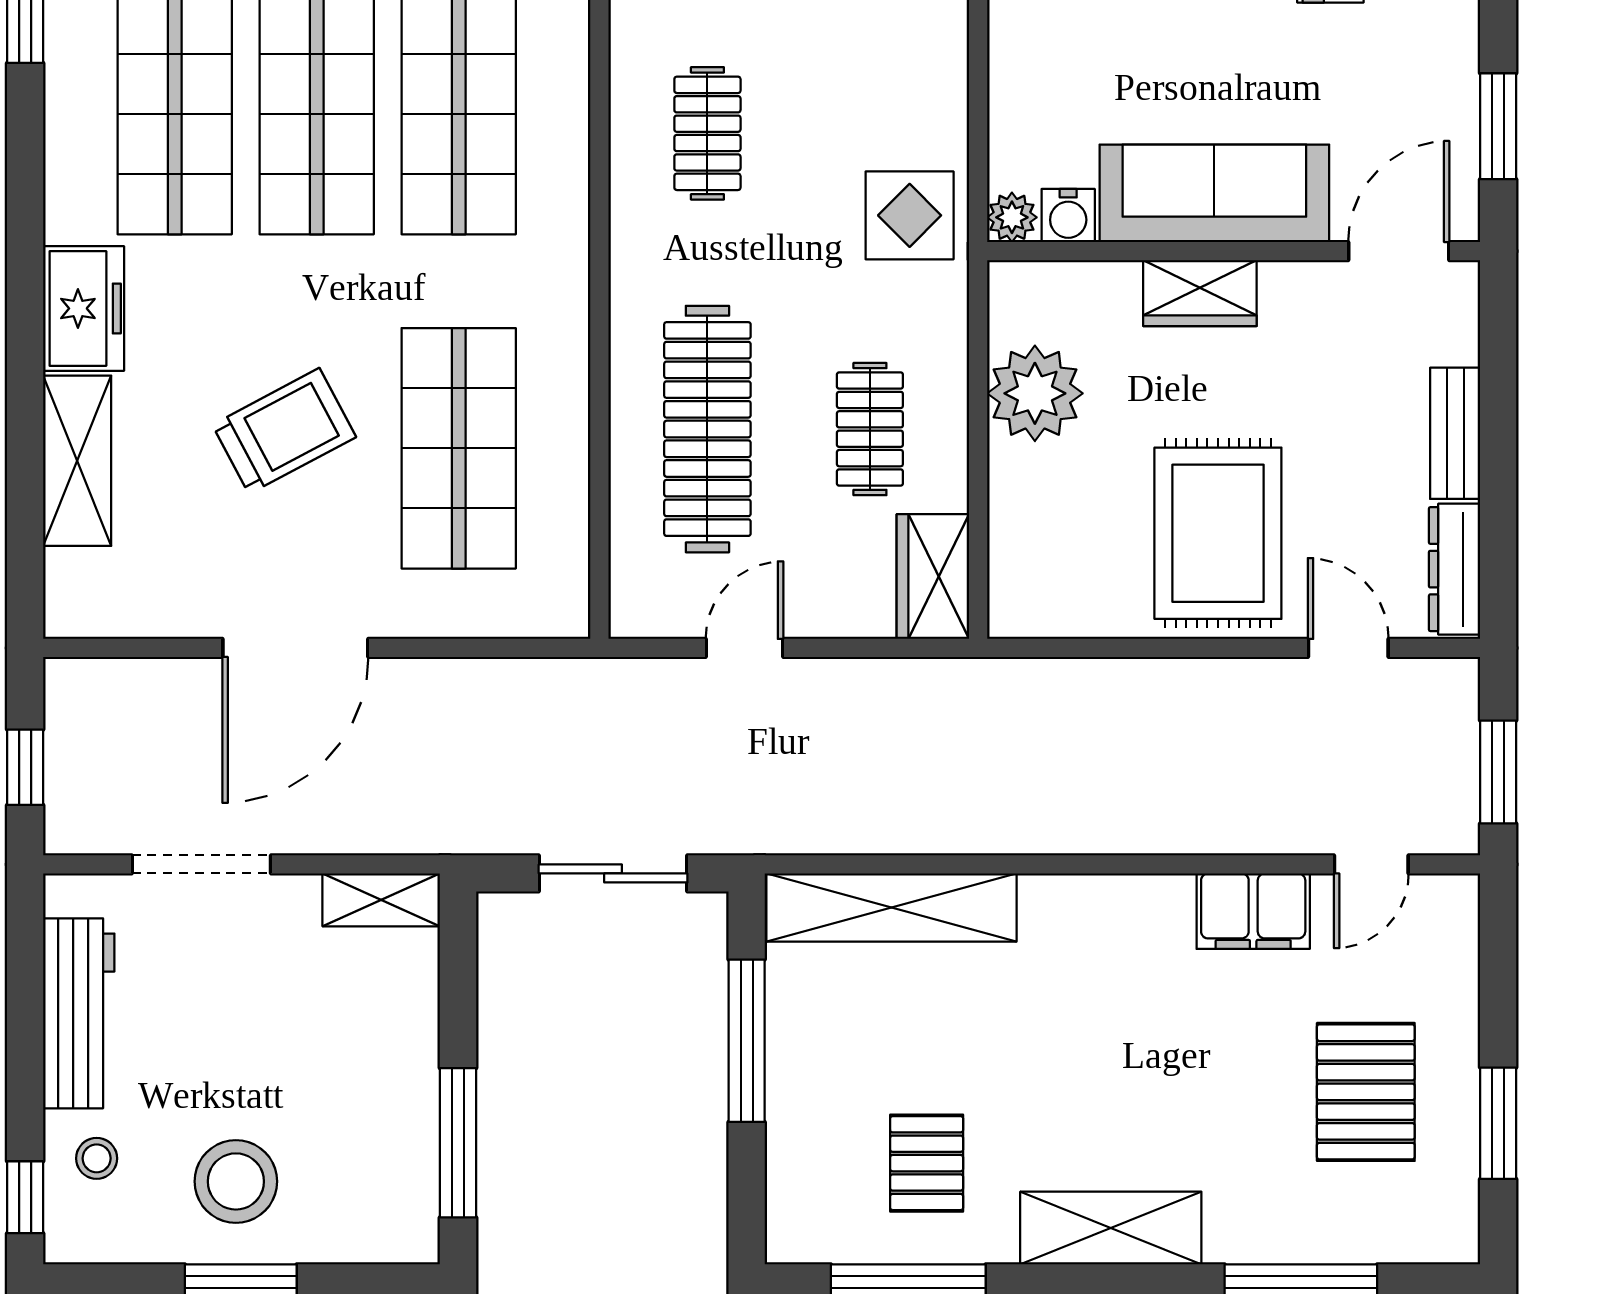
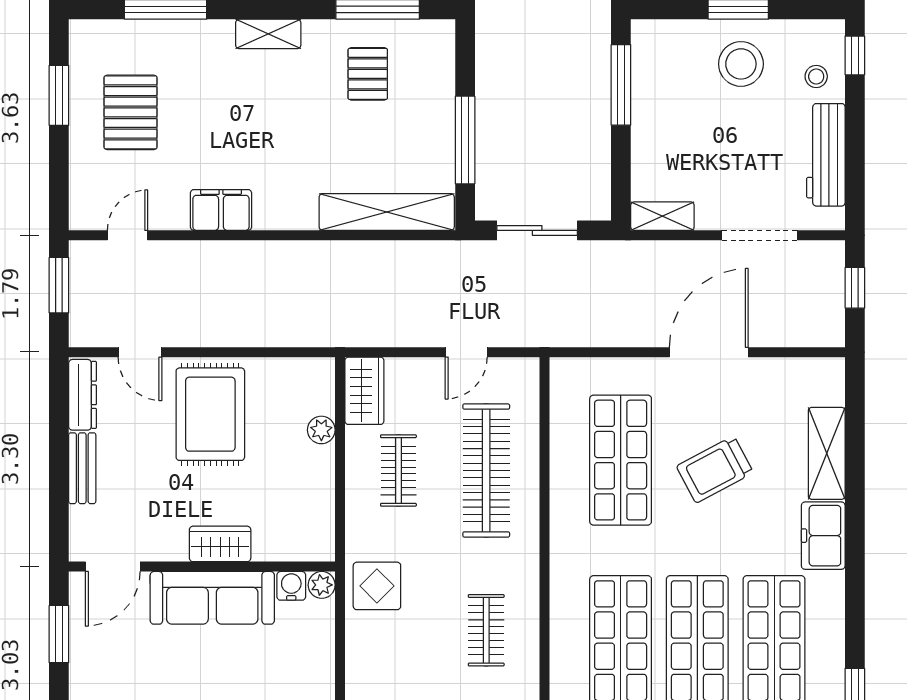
plant: (1035, 393) -> (321, 430), moved, width x0.53, depth x0.53
filing cabinet: (1253, 911) -> (221, 210), moved
shelving: (1111, 1228) -> (268, 34), width x0.67, depth x0.75

